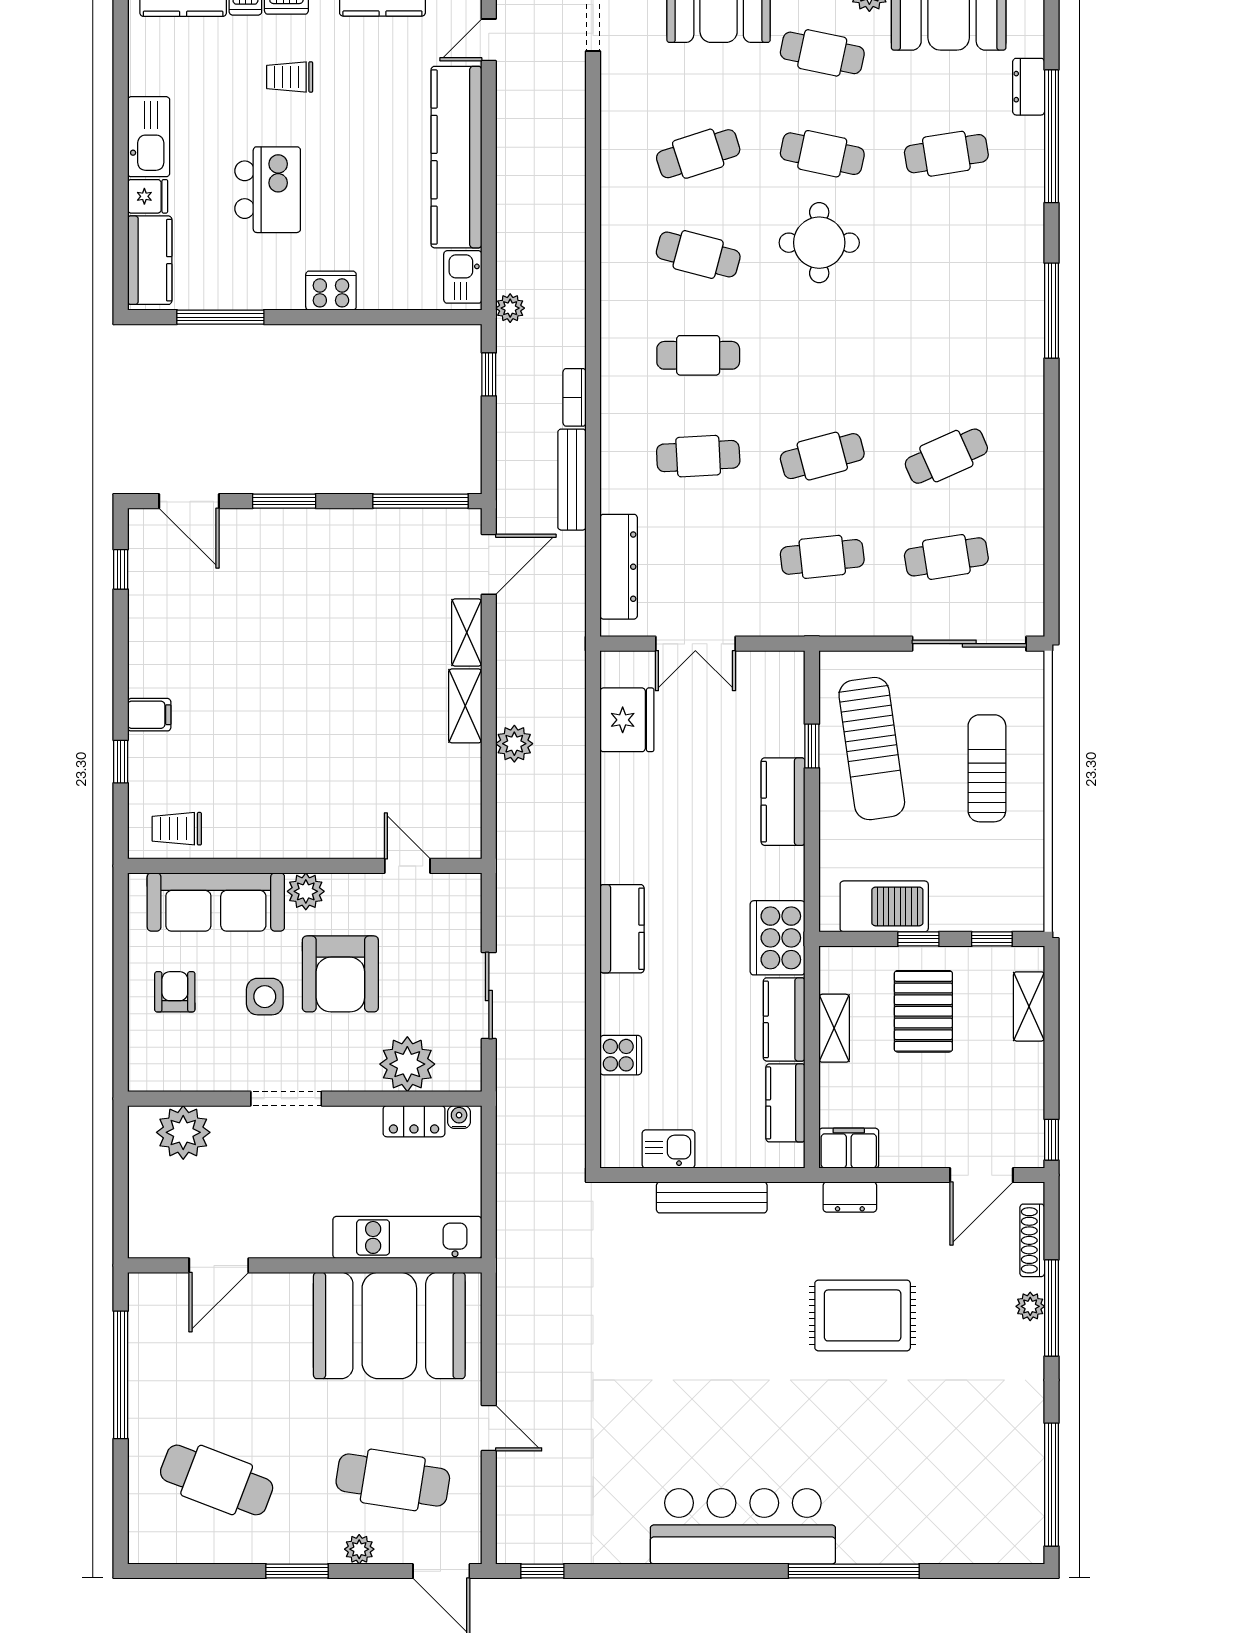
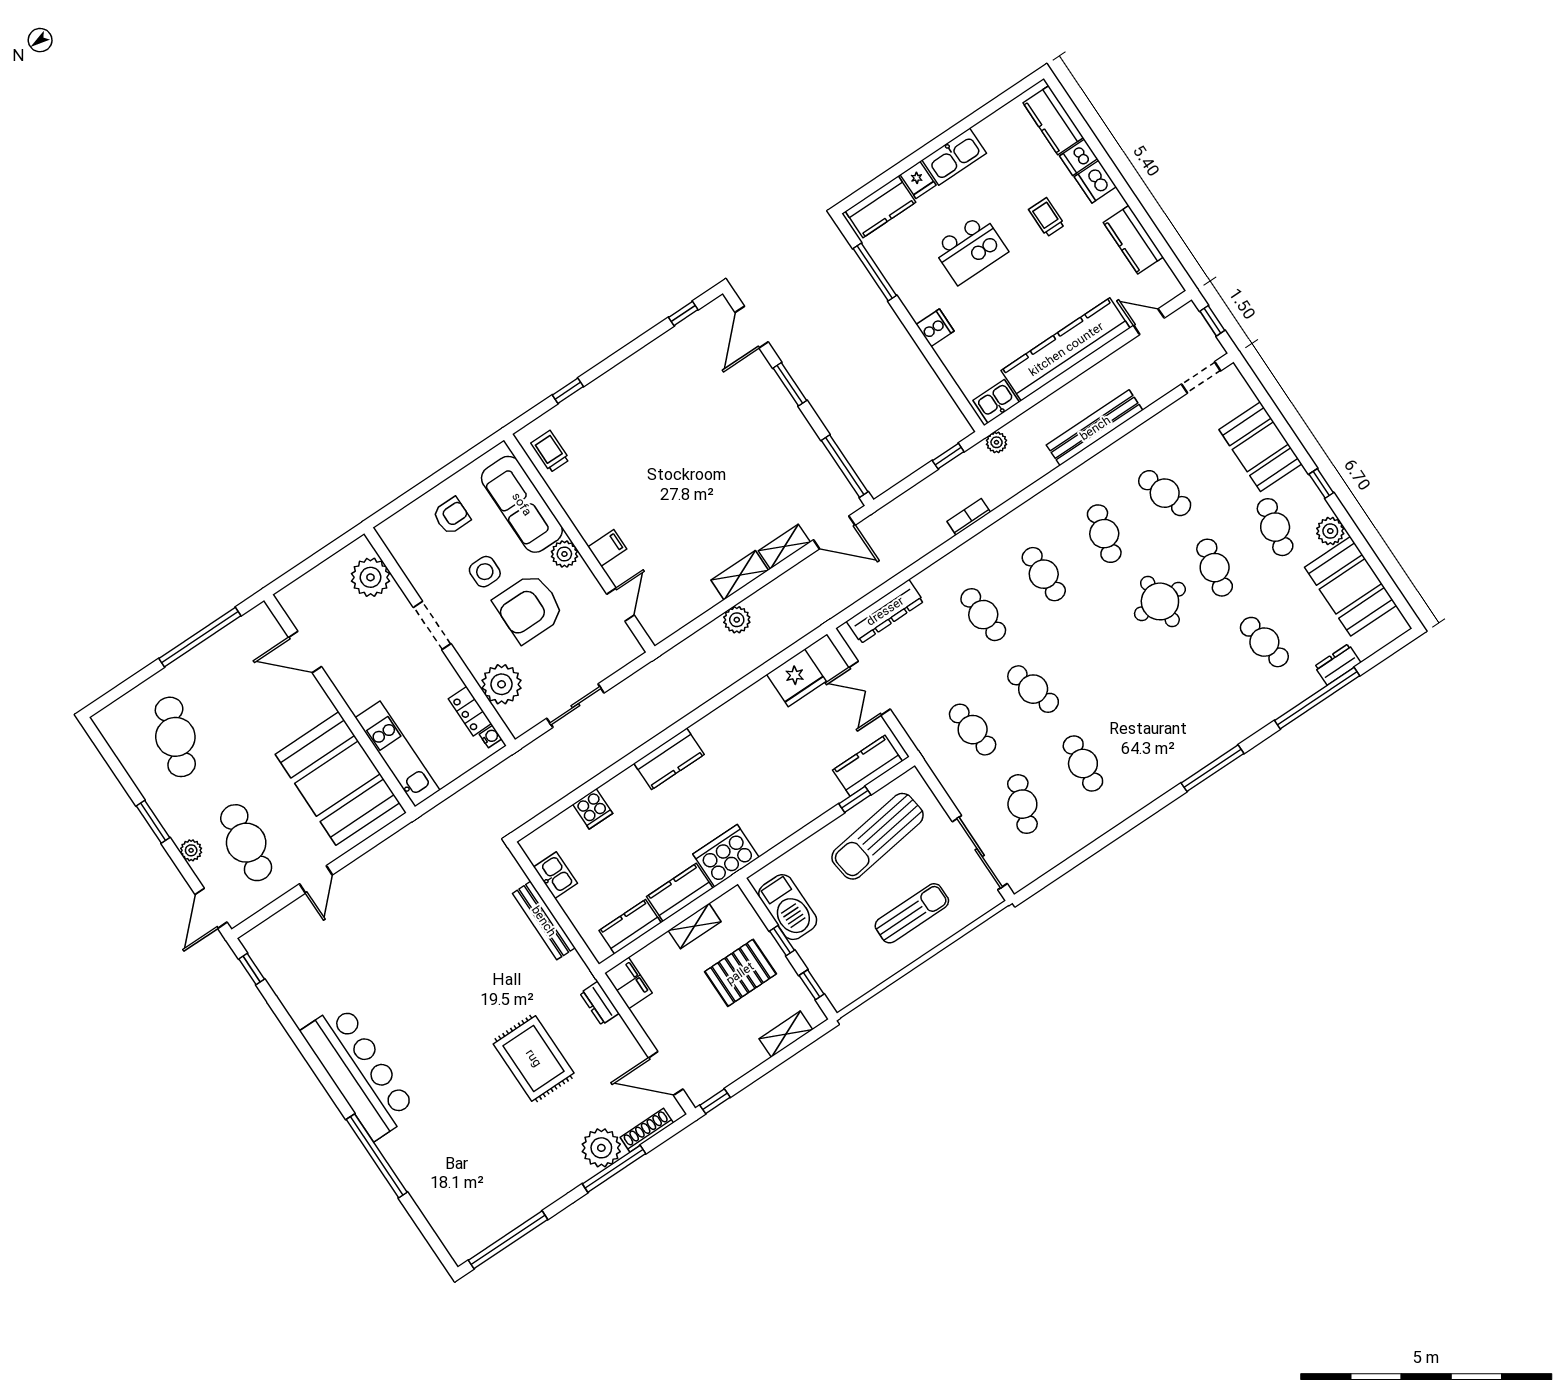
cooker: (331, 291) -> (935, 328), width x0.73
cafe table: (946, 456) -> (1083, 764), turned 30
bench: (572, 480) -> (1095, 428), moved, width x1.37, depth x1.21
cafe table: (946, 557) -> (1022, 804), turned 30
filing cabinet: (149, 715) -> (607, 548), moved, turned -90
kitchen counter: (783, 802) -> (868, 766), moved
plant: (1030, 1306) -> (601, 1148), width x1.88, depth x1.88

